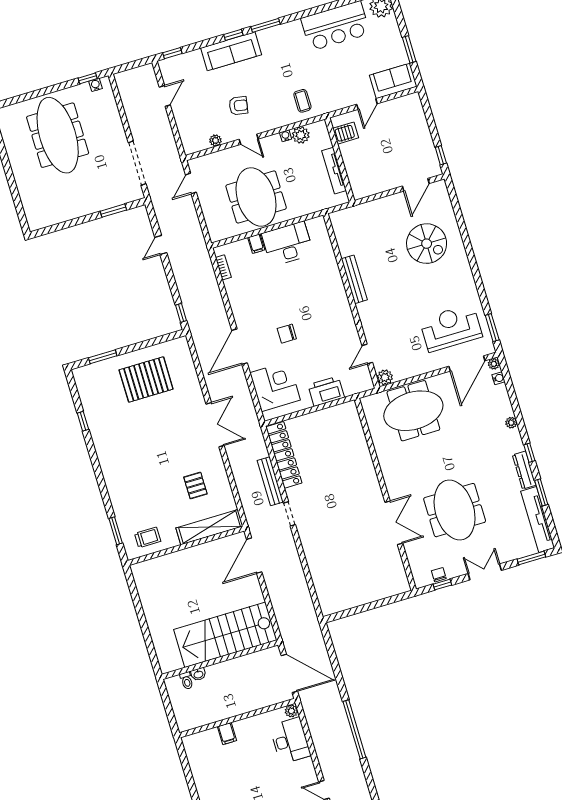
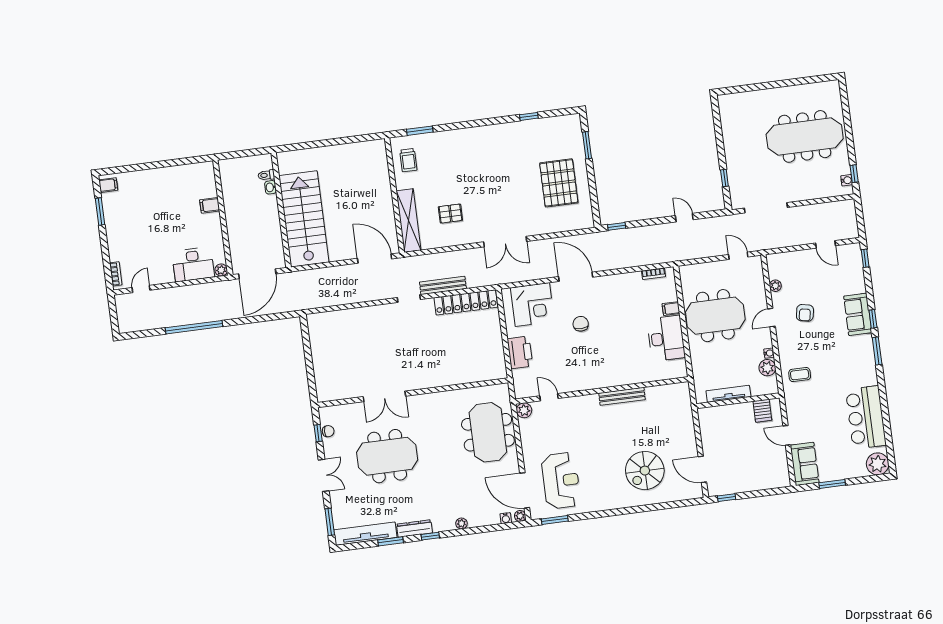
sofa: (231, 51) -> (858, 314), width x0.73
window: (113, 211) -> (724, 178), width x0.67

